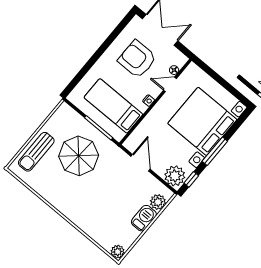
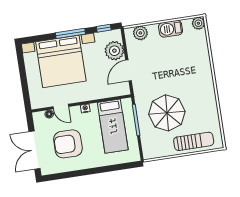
armchair: (137, 59) -> (68, 144), turned 90
plant: (175, 176) -> (114, 51), moved
barbecue: (144, 218) -> (171, 29), moved

